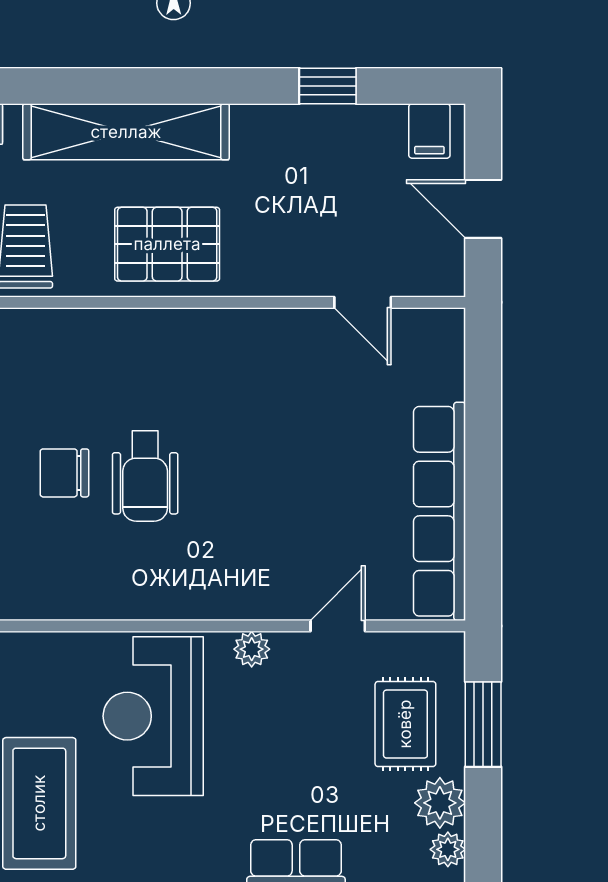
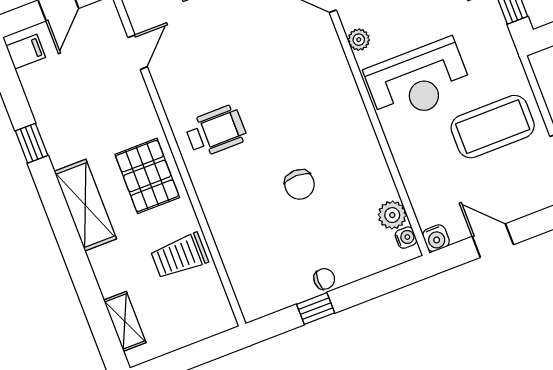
window: (328, 86) -> (32, 143), moved
shelving: (126, 132) -> (85, 205), width x0.68
wheelchair: (145, 476) -> (216, 131), moved

